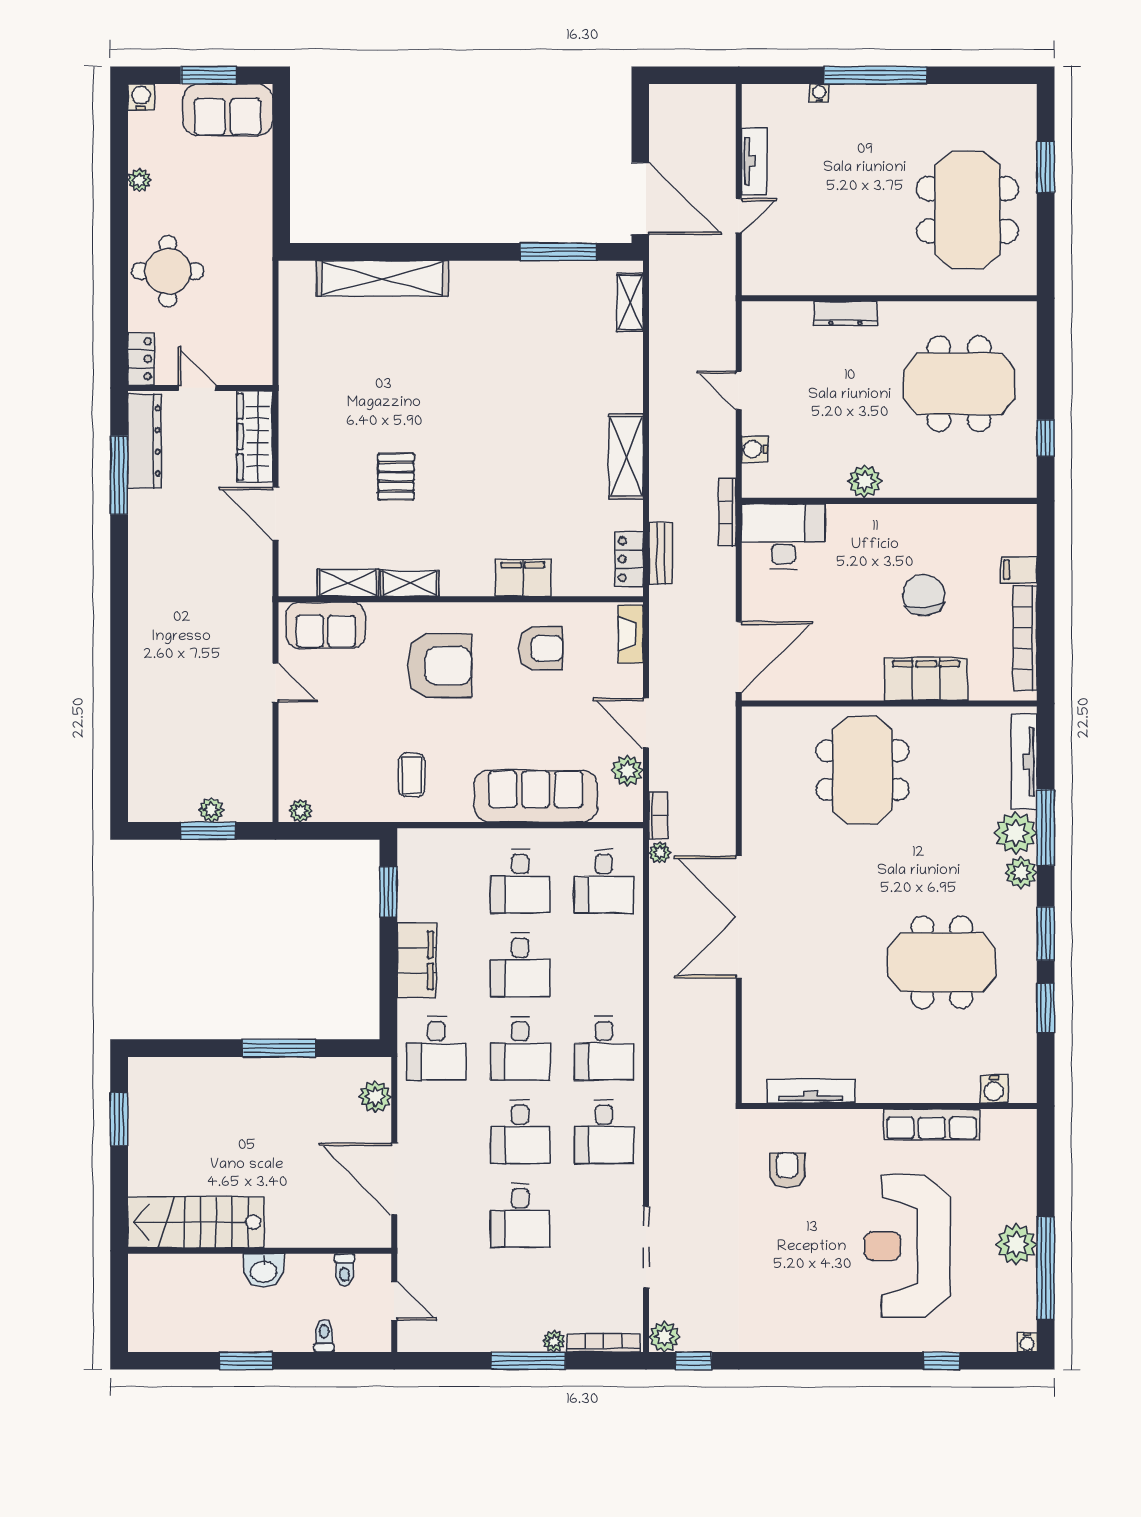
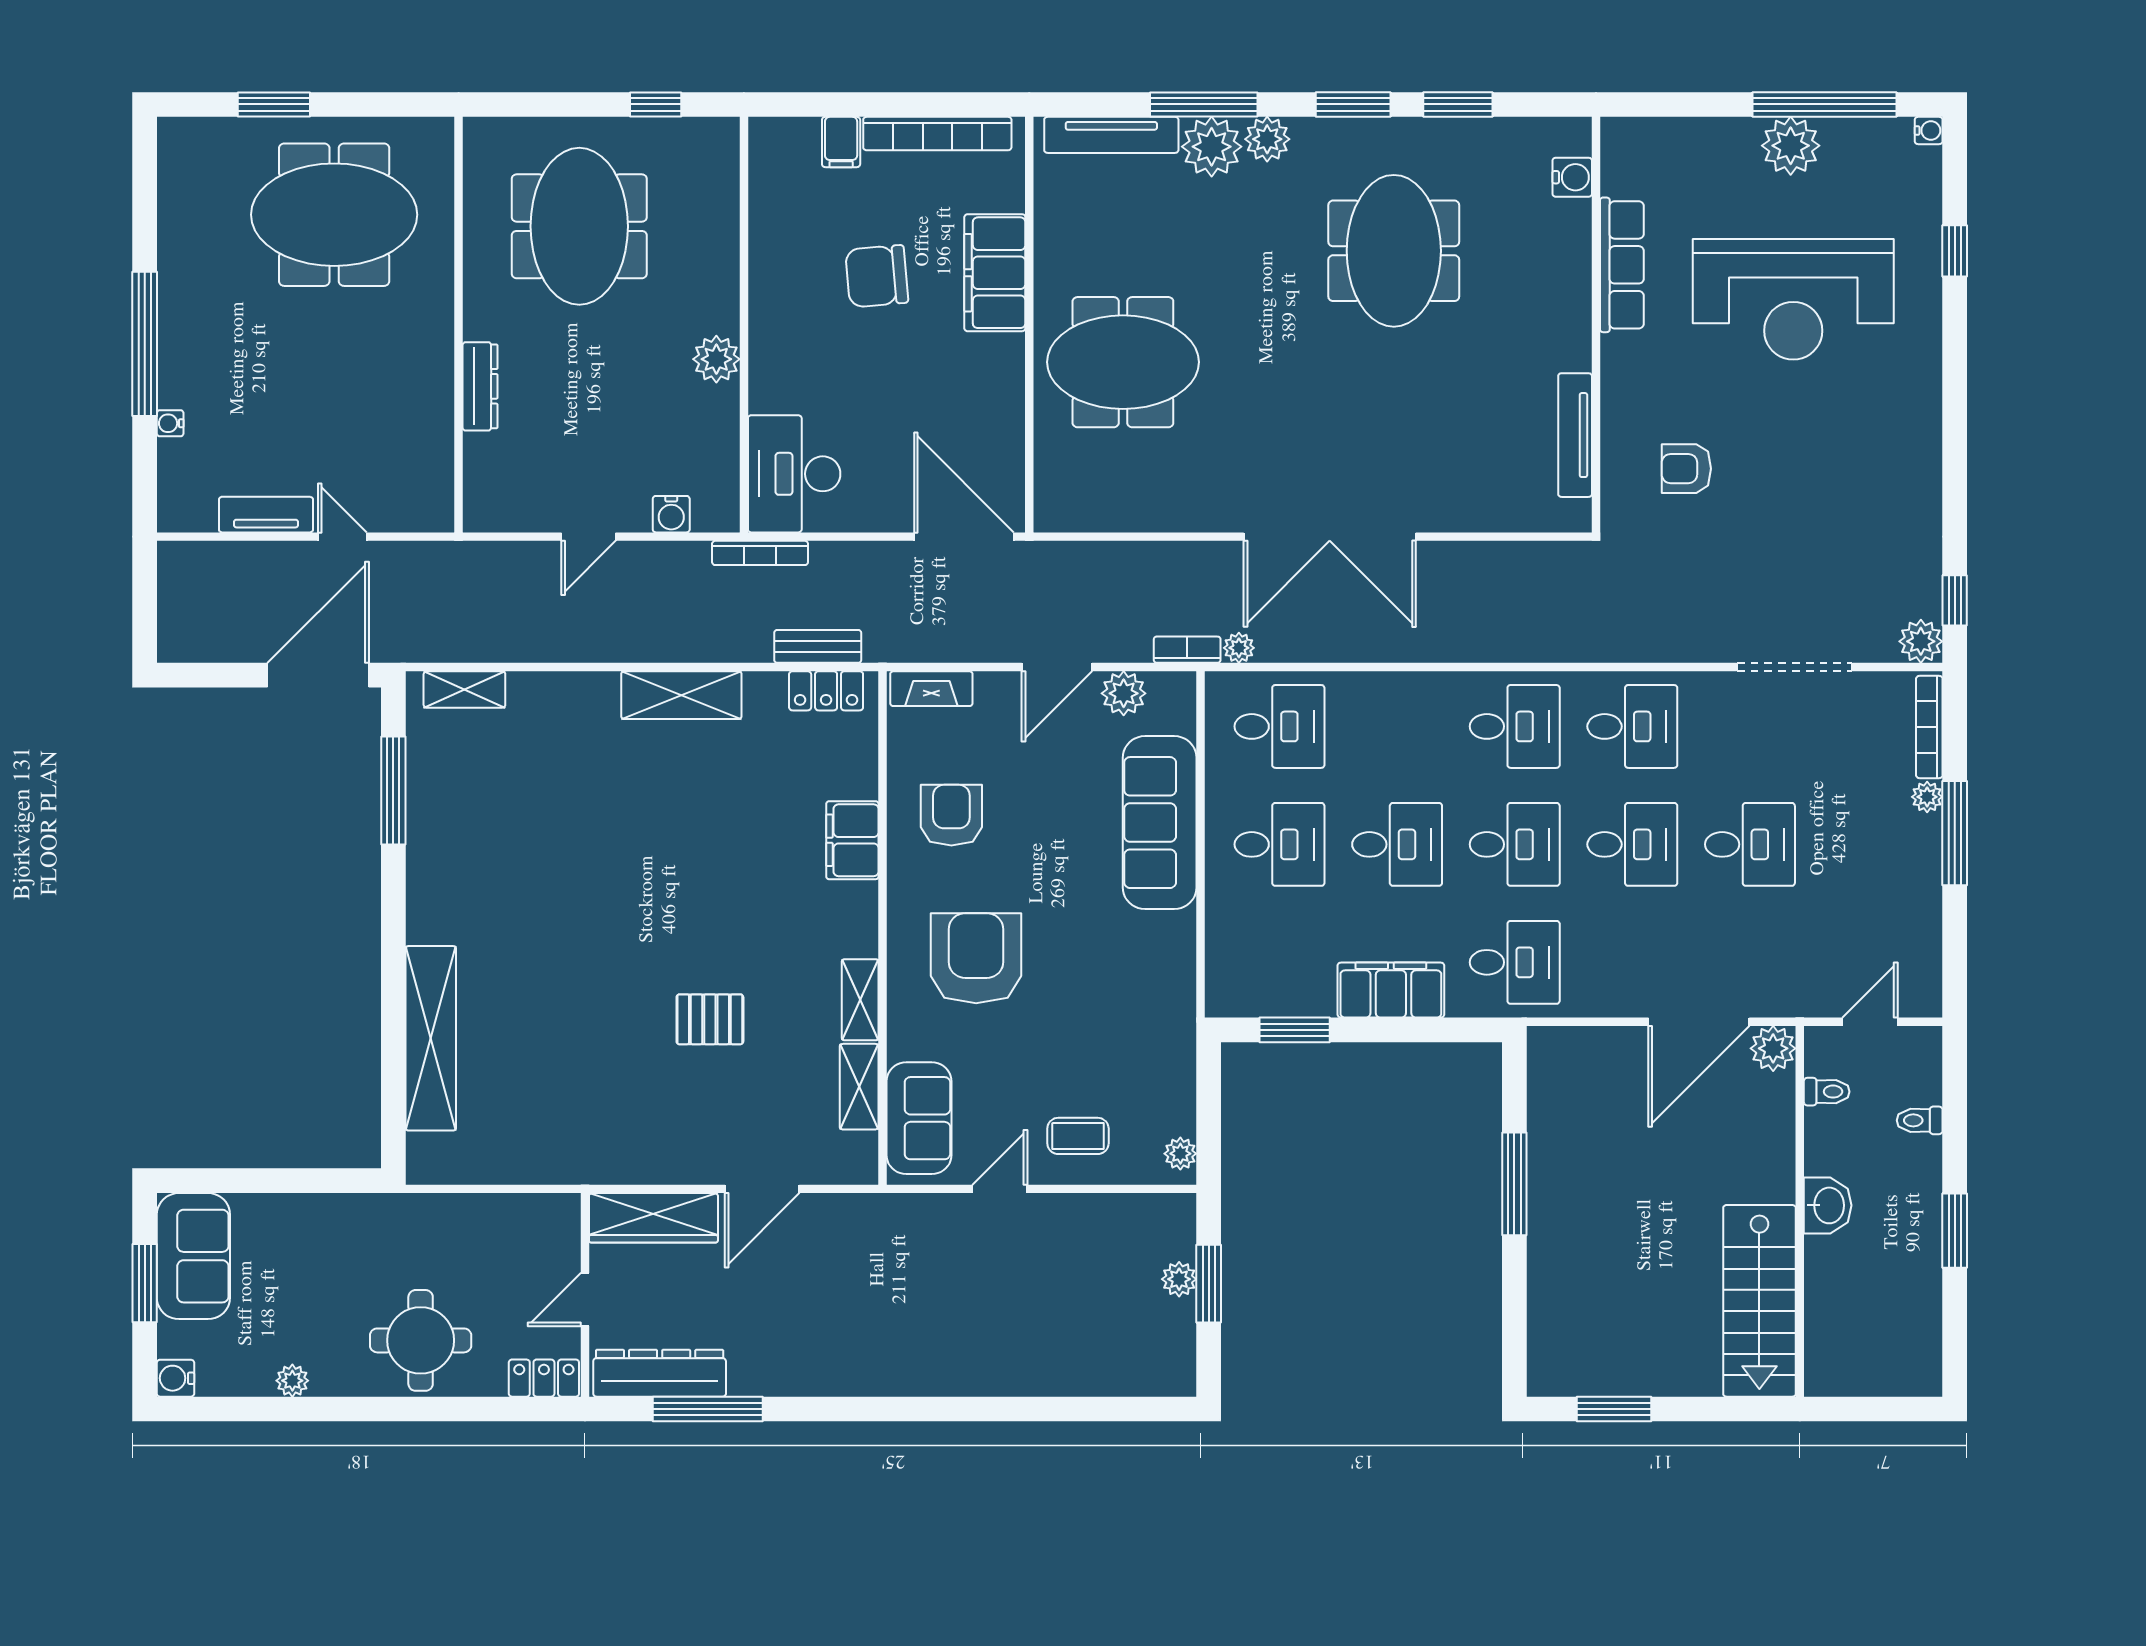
coffee table: (412, 775) -> (1078, 1136), moved
plant: (375, 1097) -> (1773, 1048), moved

